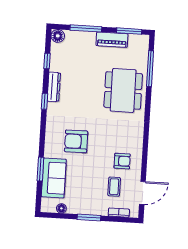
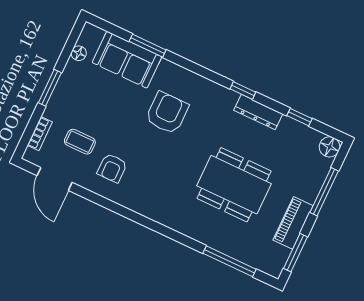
dining table: (123, 90) -> (234, 185), moved

